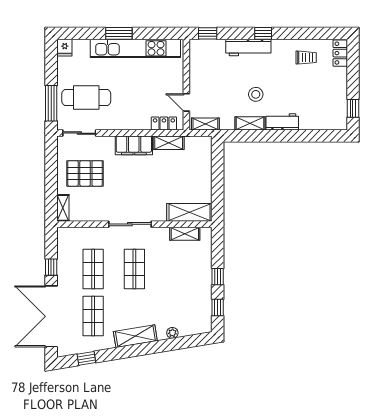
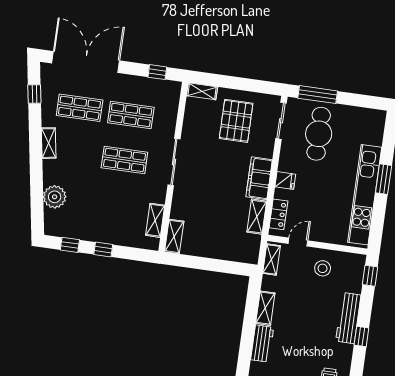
fridge: (65, 48) -> (285, 181), moved, turned 180
stool: (256, 94) -> (323, 268), moved
shelving: (189, 212) -> (174, 236), width x0.67, depth x0.75
window: (51, 267) -> (157, 72), moved
plant: (172, 333) -> (55, 197), width x1.88, depth x1.88
shelving: (135, 336) -> (49, 143), width x0.67, depth x0.75

